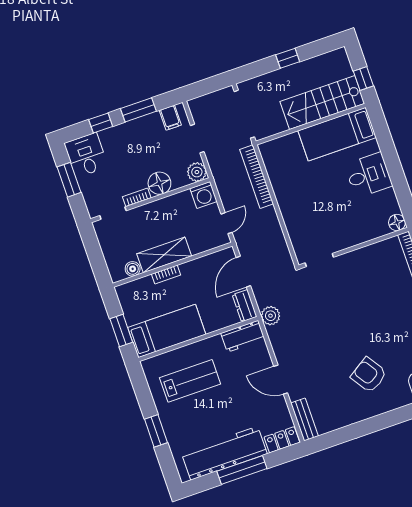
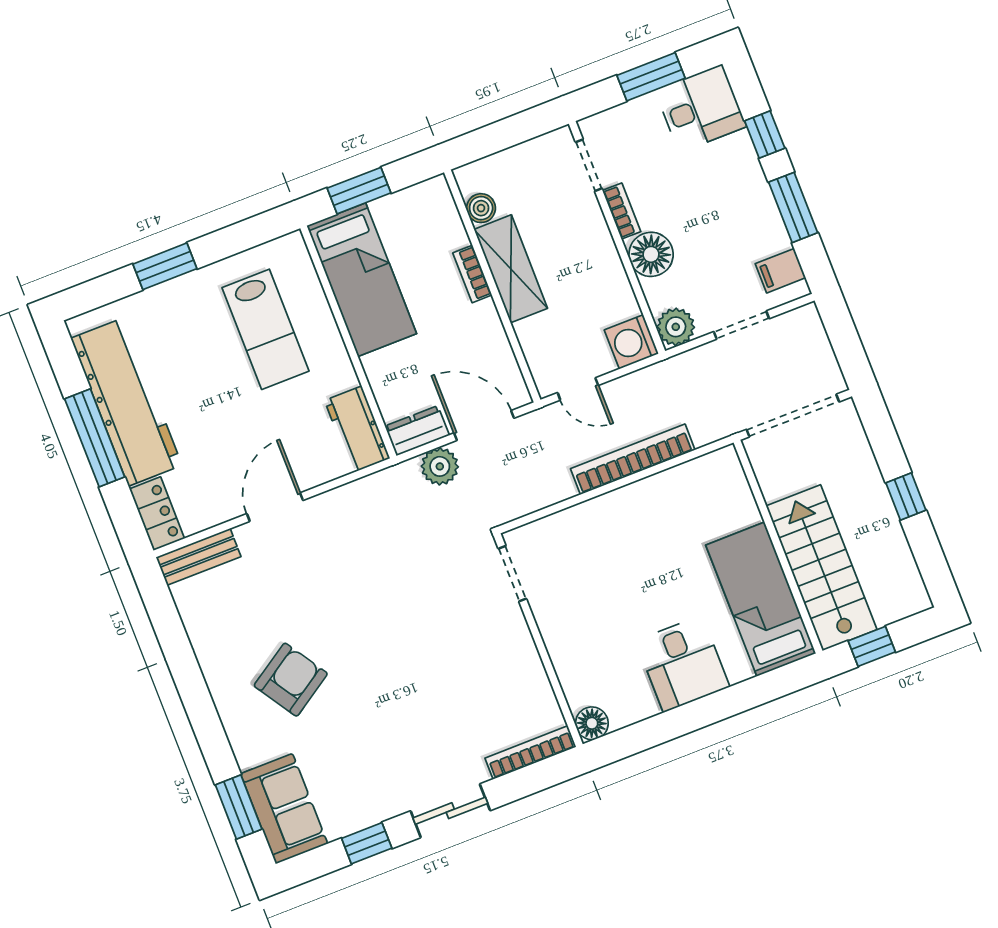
bookcase: (257, 177) -> (633, 459), moved
plant: (270, 316) -> (440, 466), moved

